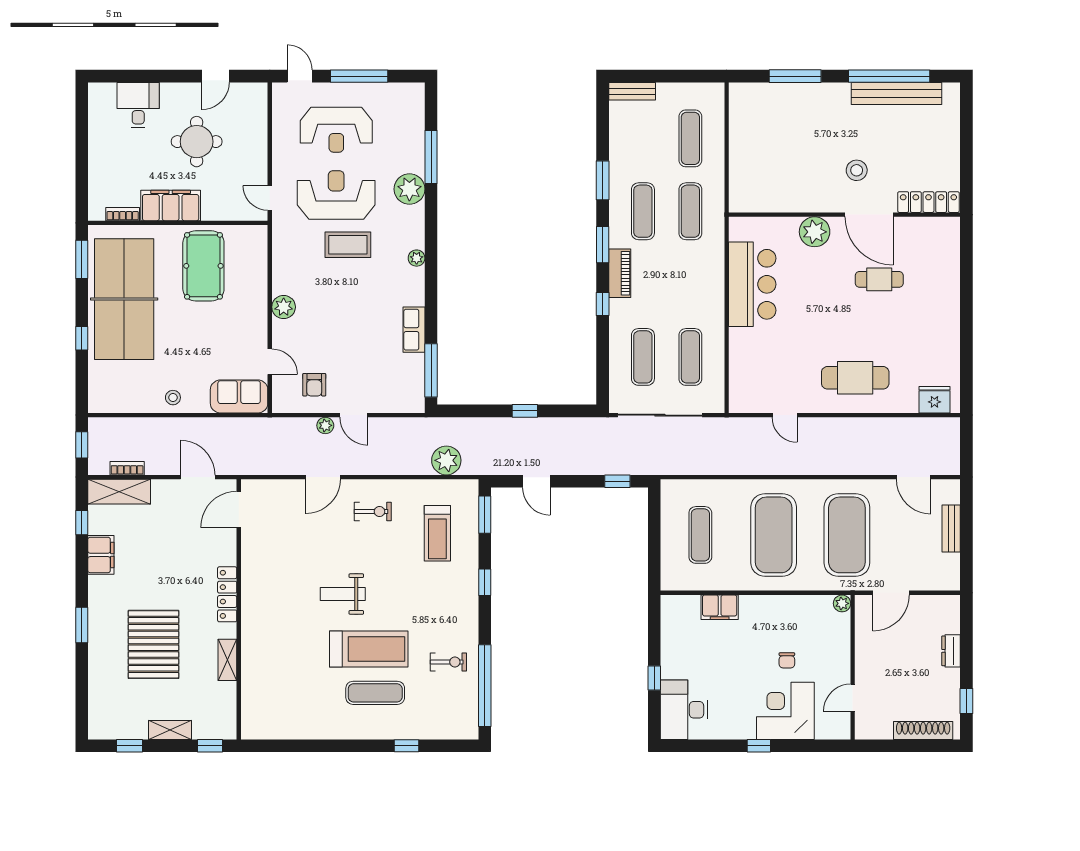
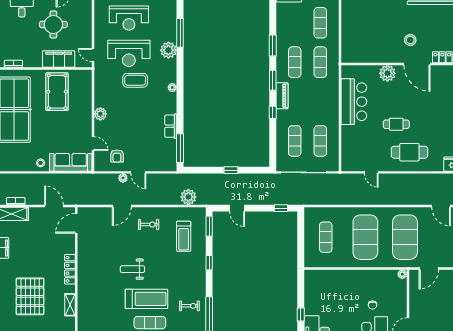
reception desk: (336, 195) -> (129, 53), turned 180
filing cabinet: (171, 205) -> (59, 59), moved
cafe table: (879, 279) -> (396, 124), moved
sofa: (239, 396) -> (71, 162), width x1.36
filing cabinet: (720, 607) -> (336, 276), removed

